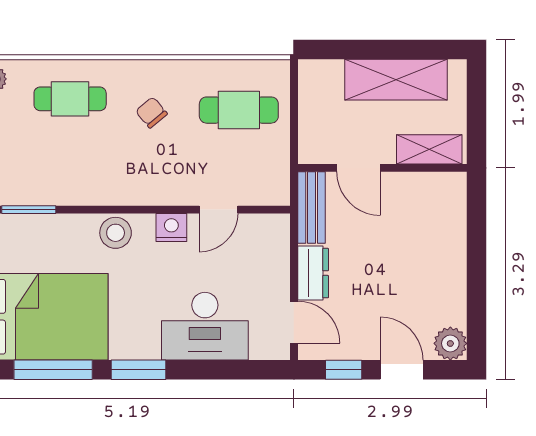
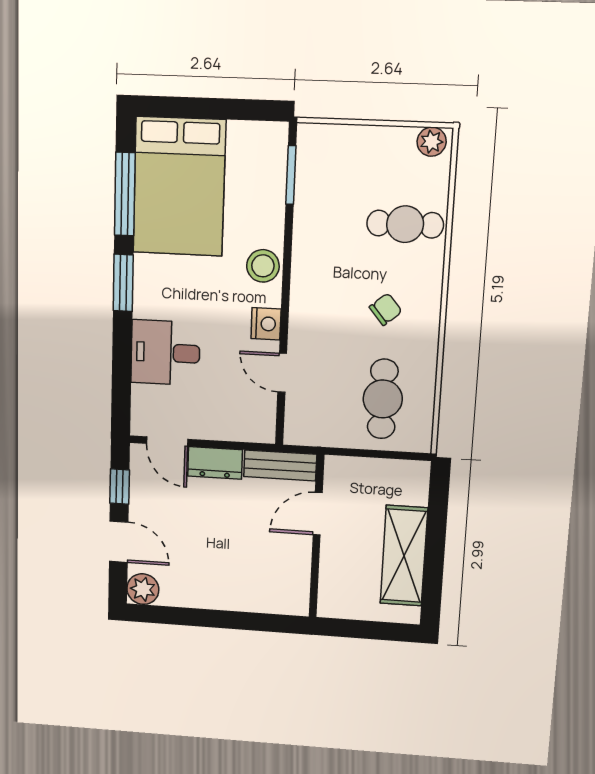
cafe table: (70, 99) -> (405, 224), turned 90
shelving: (429, 149) -> (333, 583), removed
door: (294, 322) -> (167, 441), hinge flipped
desk: (205, 326) -> (165, 353), width x0.73
door: (402, 370) -> (119, 542), hinge flipped

